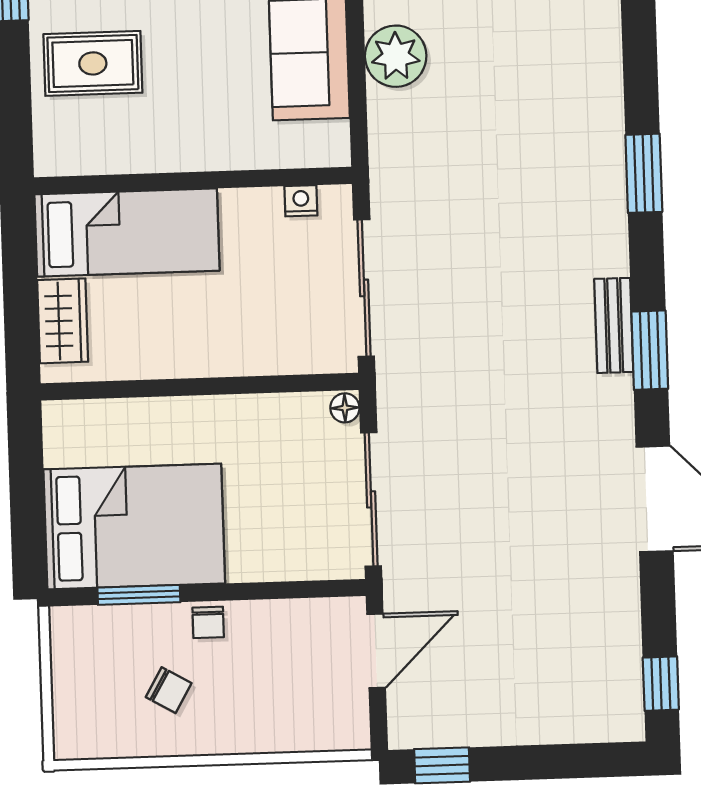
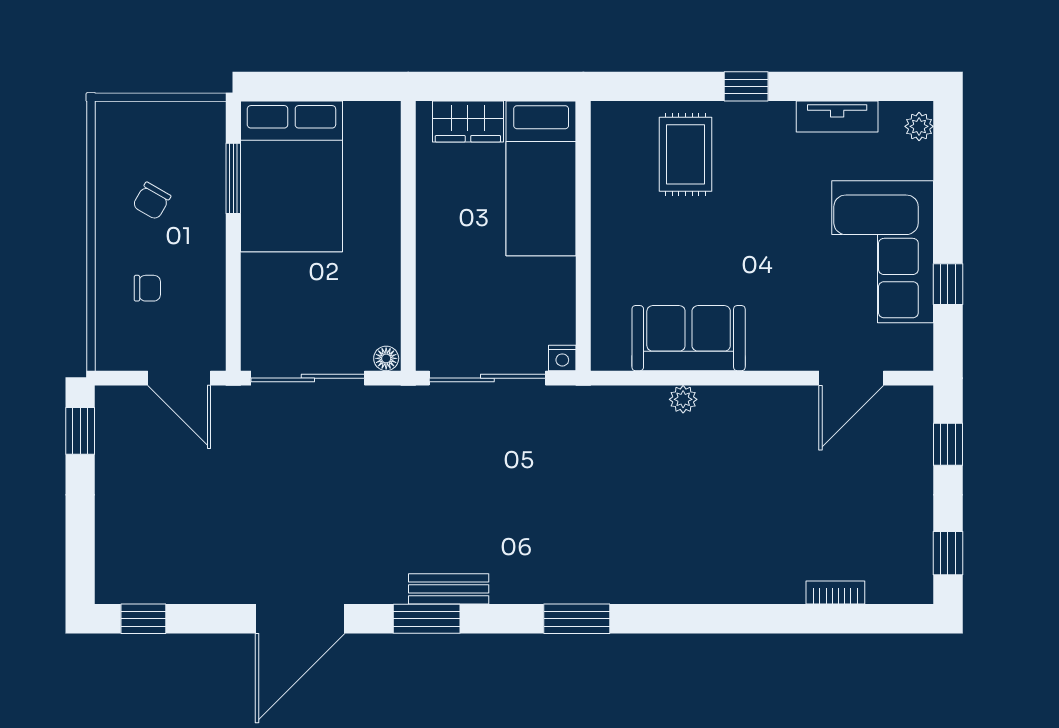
plant: (396, 56) -> (683, 399), width x0.53, depth x0.53
nightstand: (301, 201) -> (562, 358), moved, turned 90
chair: (208, 622) -> (147, 288), moved, turned 180

